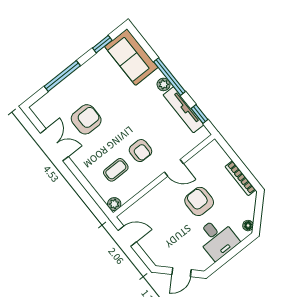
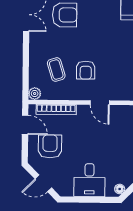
coffee table: (116, 170) -> (56, 70), turned 73
armchair: (199, 201) -> (50, 146), moved
bookcase: (143, 203) -> (56, 110), added

